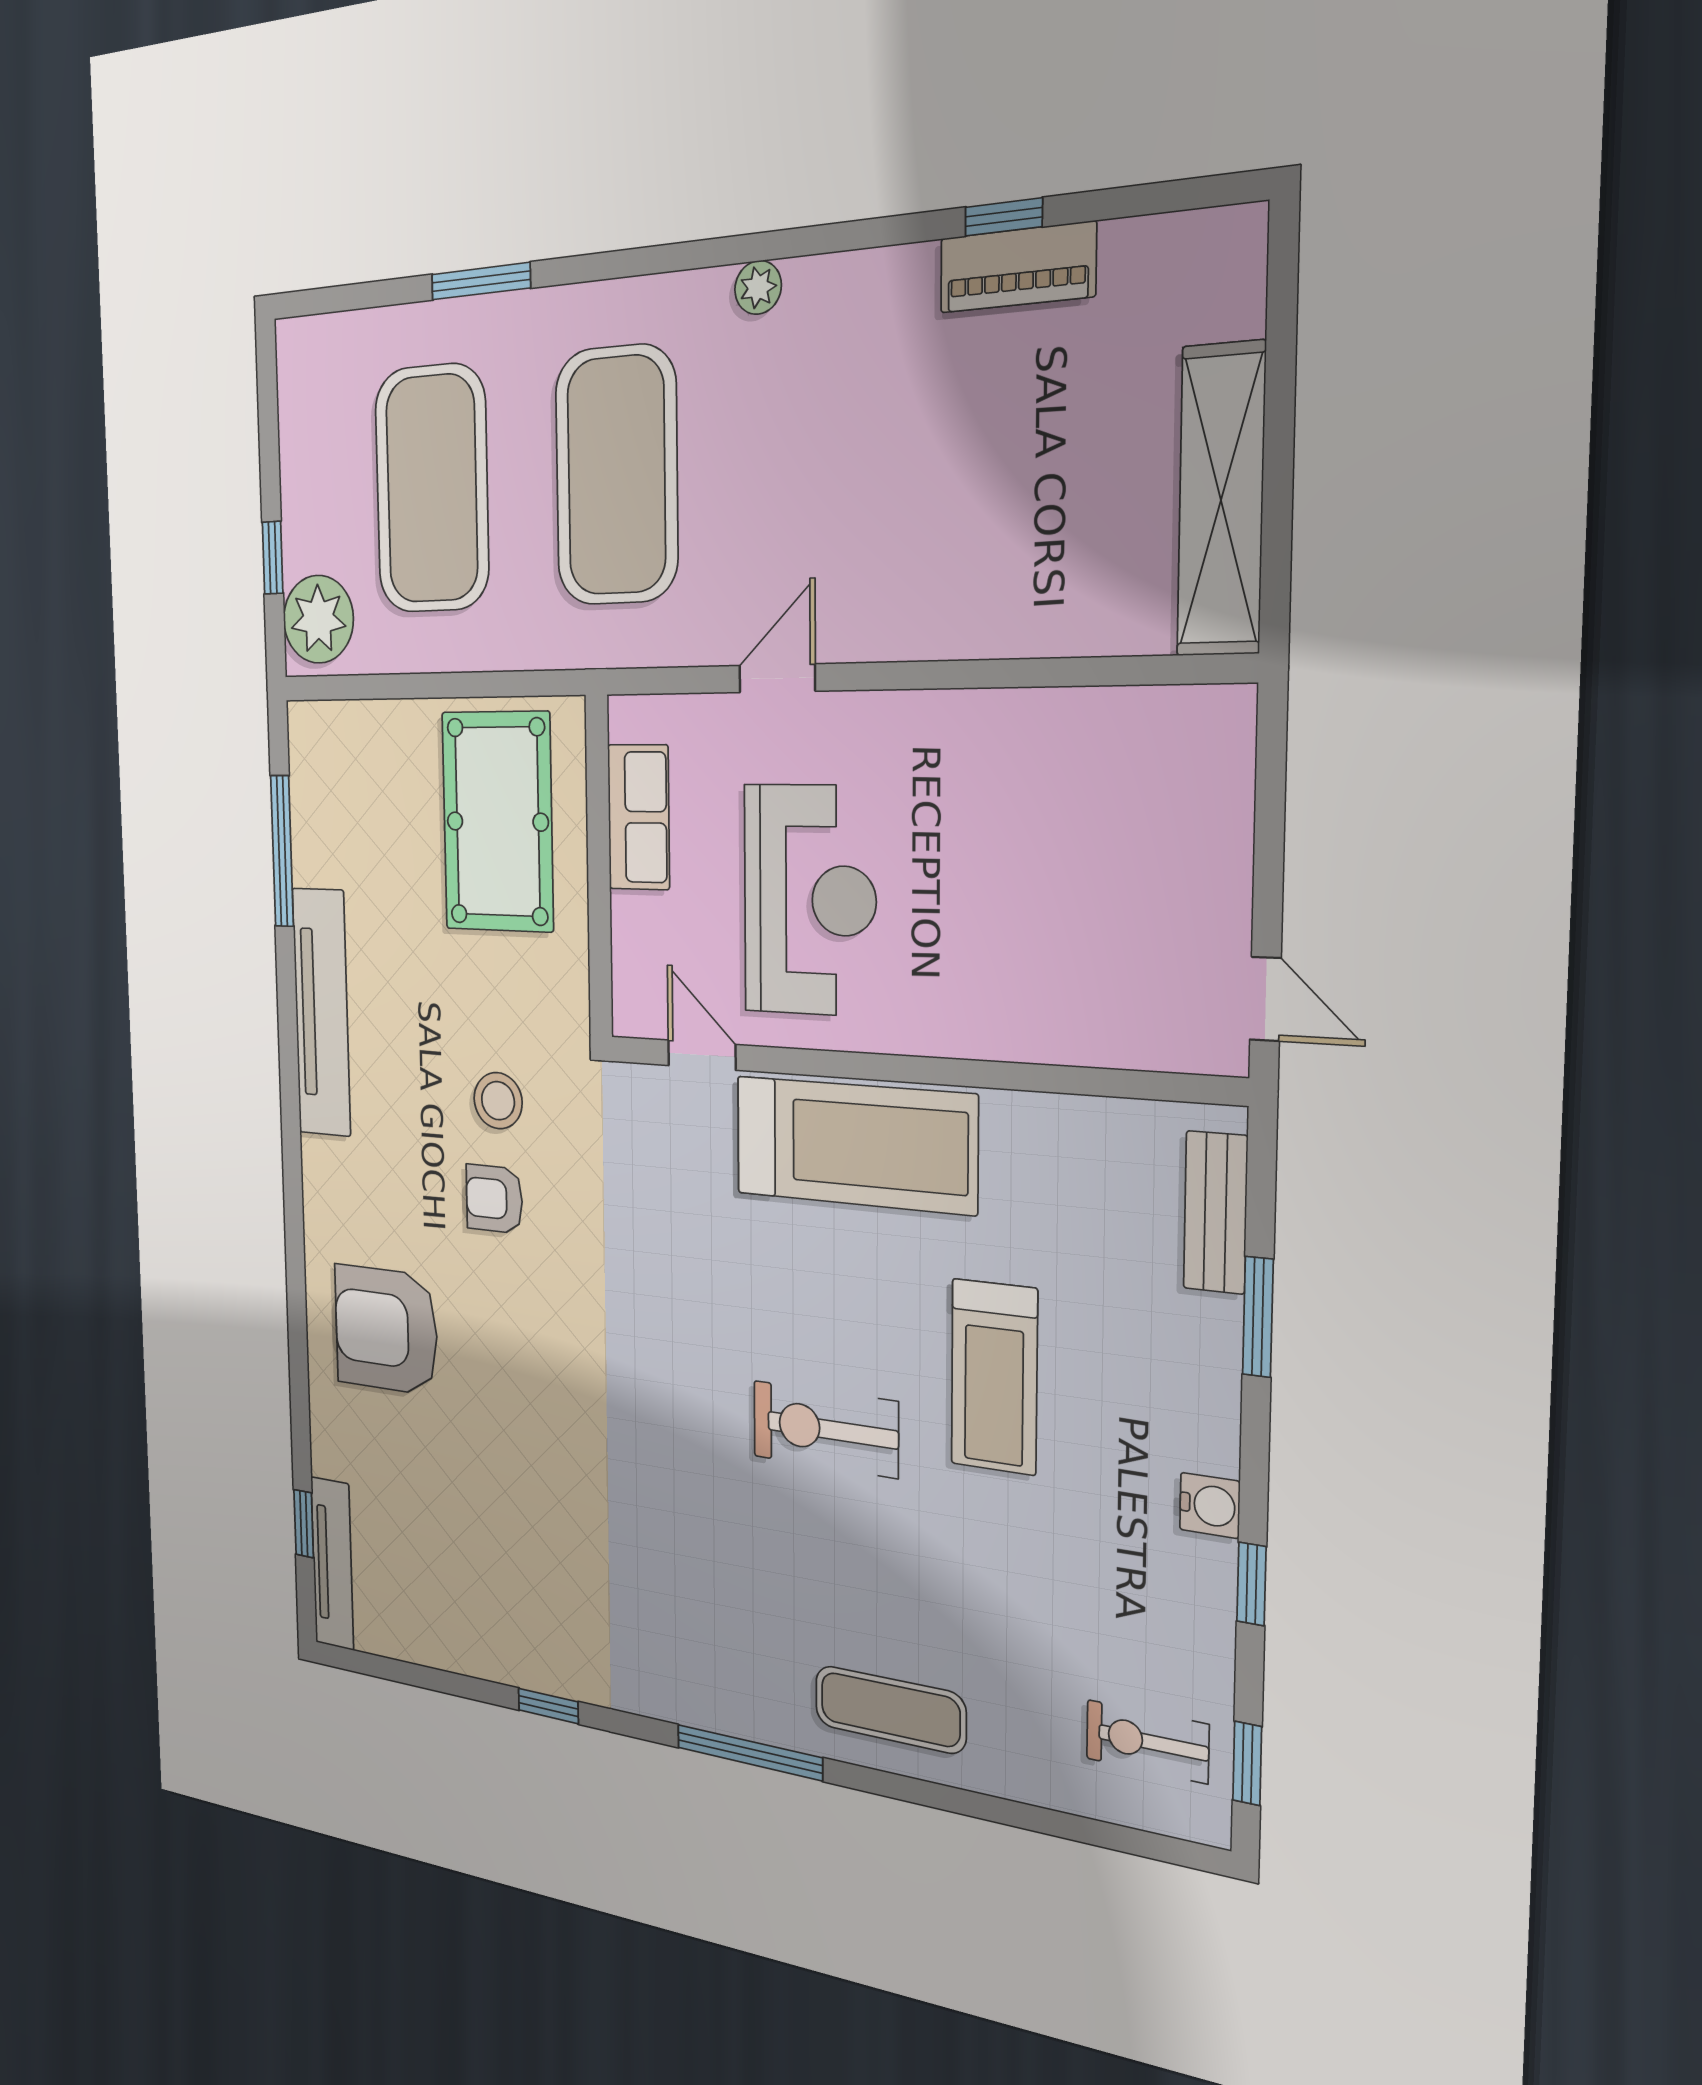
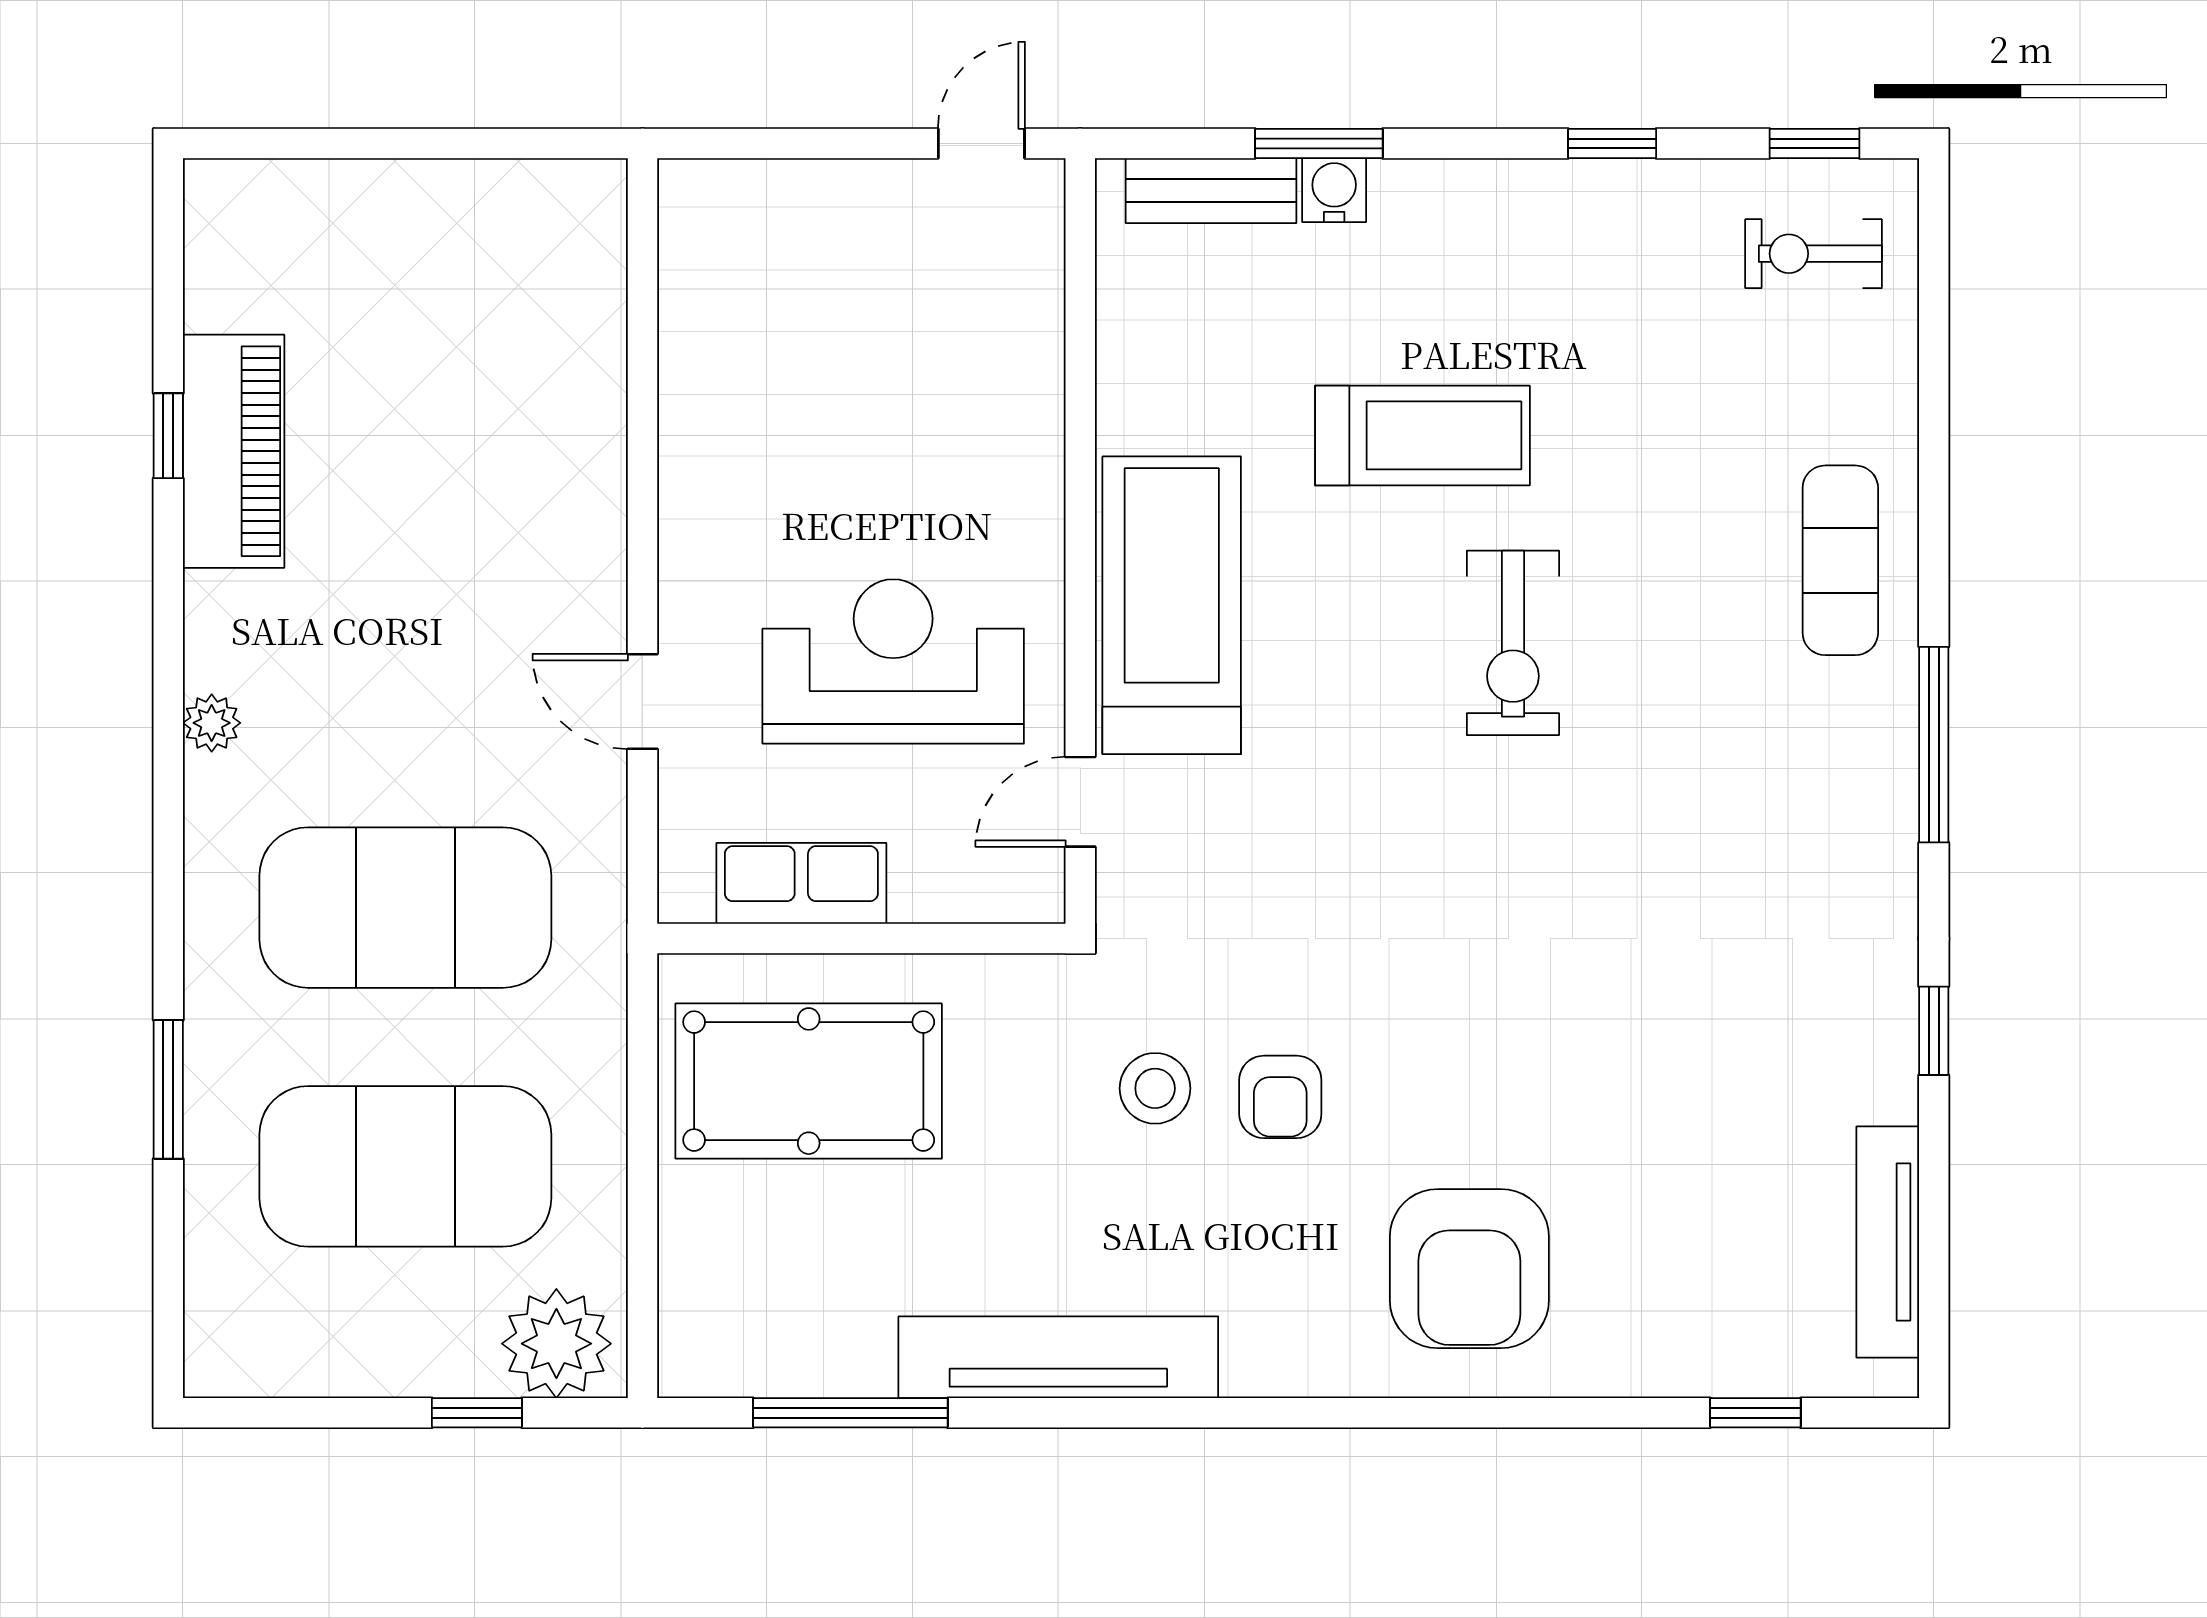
piano: (1018, 267) -> (234, 451), width x1.37, depth x1.33
shelving: (1221, 500) -> (473, 200), removed
water cooler: (1210, 1505) -> (1334, 190), moved
tv unit: (332, 1564) -> (1888, 1242), moved, turned -90
exercise bike: (1147, 1742) -> (1813, 254), turned 90

